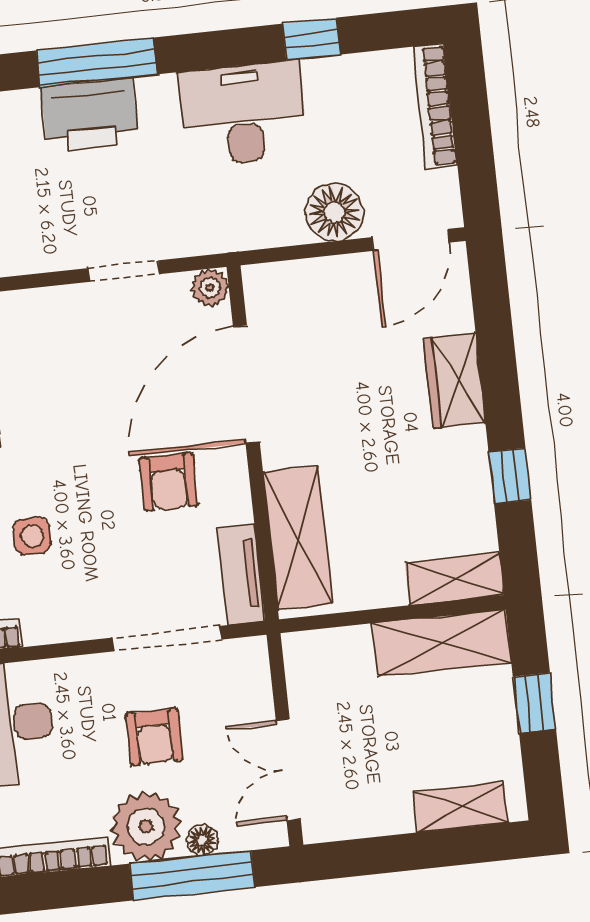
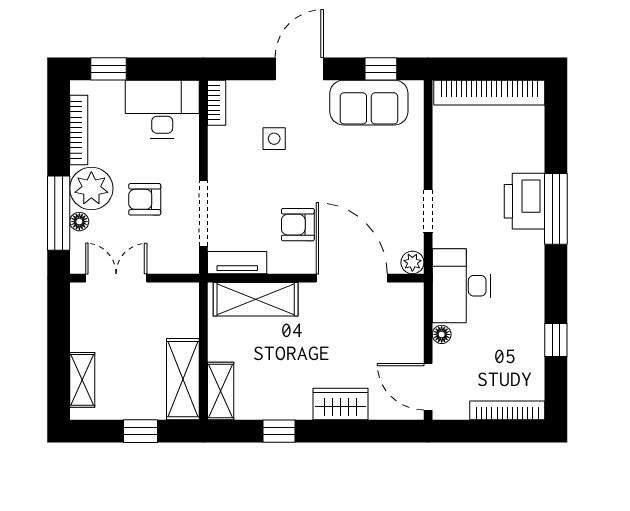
desk: (243, 113) -> (461, 286), moved, turned 180
floor lamp: (335, 212) -> (442, 334), width x0.53, depth x0.53

